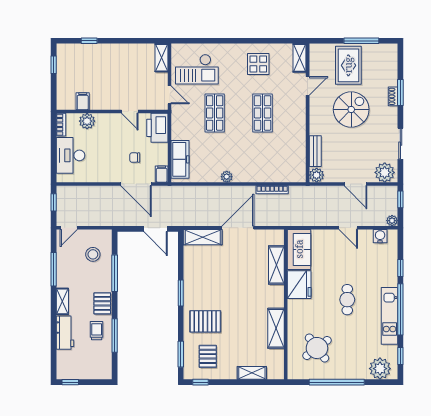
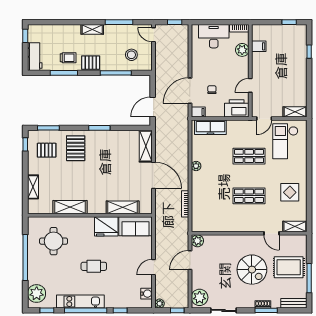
bench: (315, 151) -> (294, 303), moved
door: (356, 184) -> (190, 260), moved
workbench: (65, 333) -> (35, 57), moved, turned -90
round table: (317, 348) -> (54, 241), turned 37

